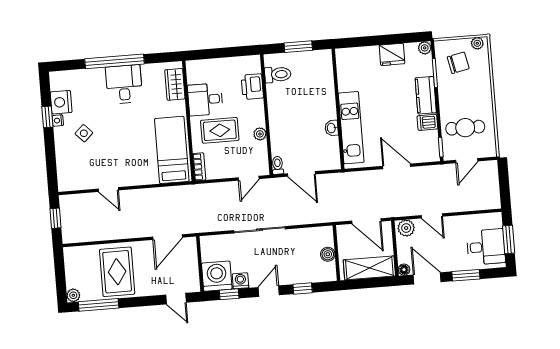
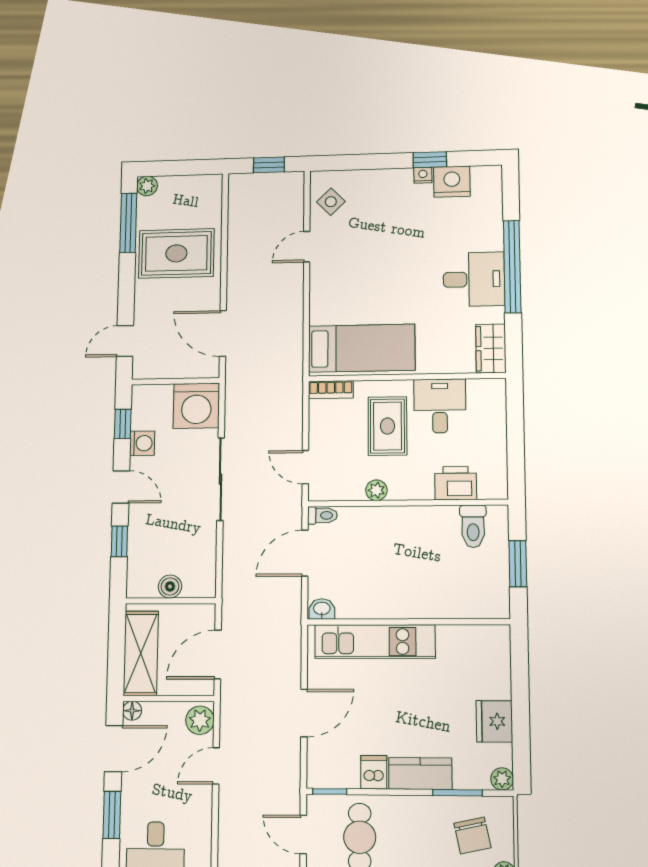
wardrobe: (175, 84) -> (491, 348), moved, turned -90
washbasin: (332, 128) -> (322, 609), moved
side table: (84, 133) -> (331, 202), moved
washing machine: (217, 276) -> (196, 406), moved, turned 90

